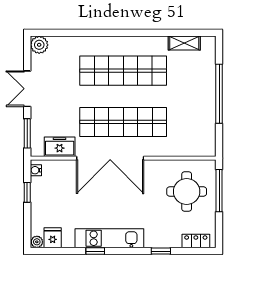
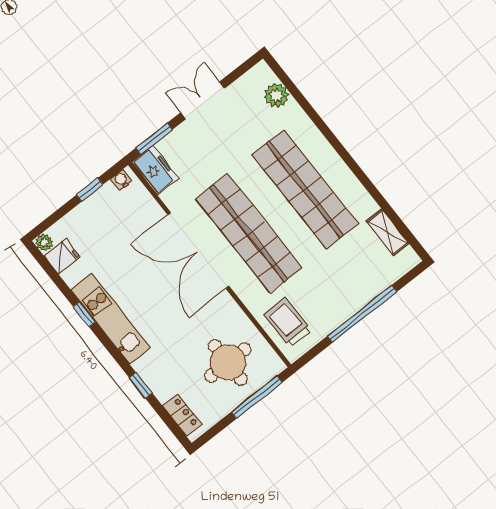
plant: (39, 45) -> (276, 95), moved
trolley: (191, 140) -> (287, 322), added
freezer: (60, 147) -> (155, 170), moved

